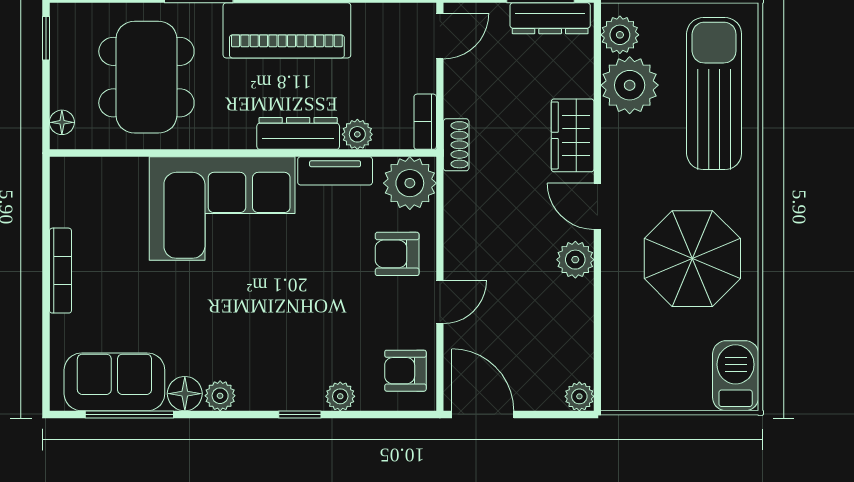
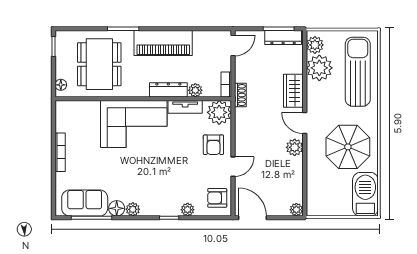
armchair: (397, 254) -> (213, 145), turned -90
barbecue: (736, 376) -> (365, 194), width x1.37, depth x1.21

